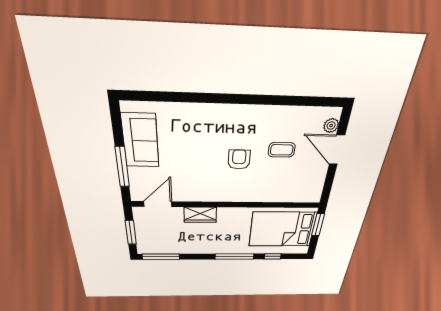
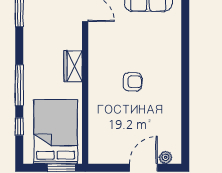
coffee table: (282, 150) -> (143, 118), removed
wardrobe: (200, 215) -> (73, 66), moved

